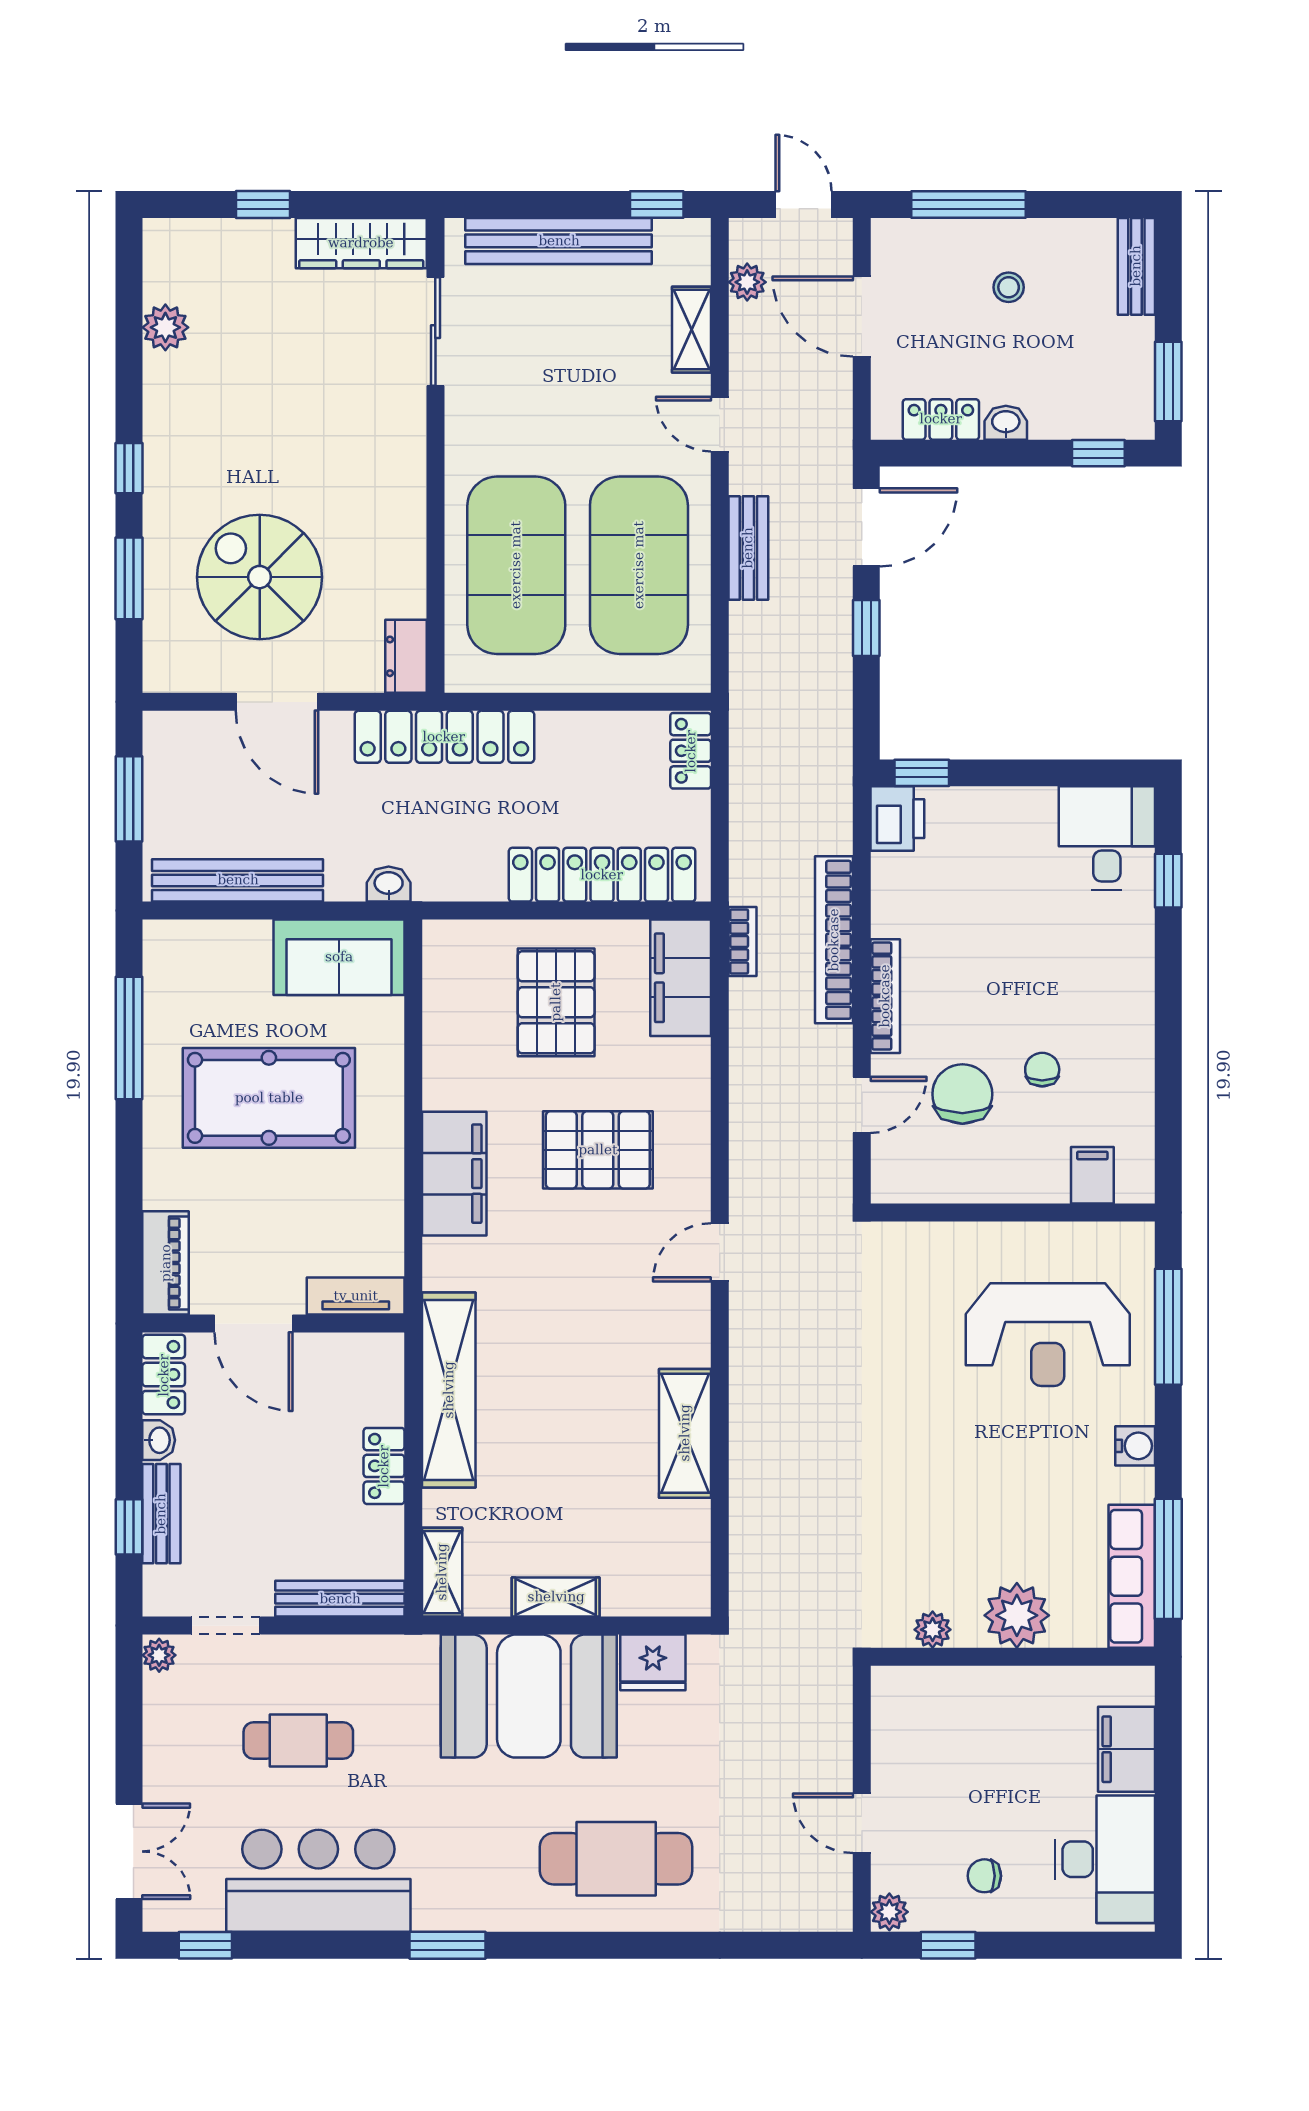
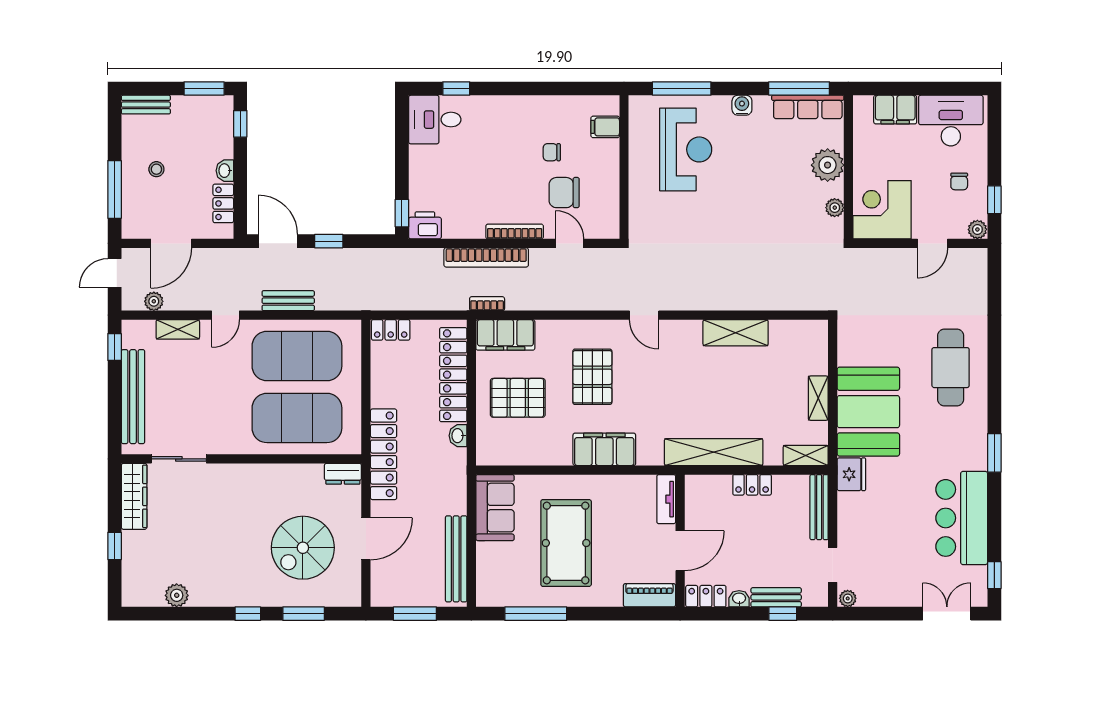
washbasin: (389, 884) -> (458, 436), moved
fridge: (653, 1662) -> (851, 474), moved
corner desk: (928, 1723) -> (882, 210), added
cafe table: (298, 1741) -> (891, 528), removed

